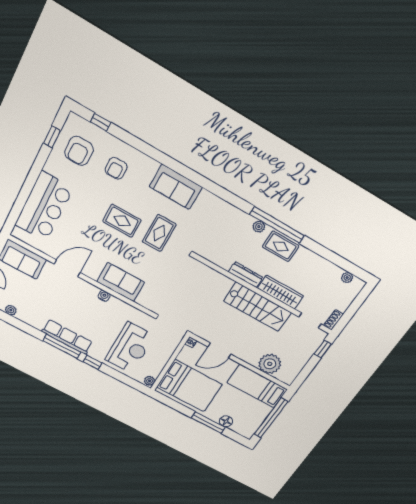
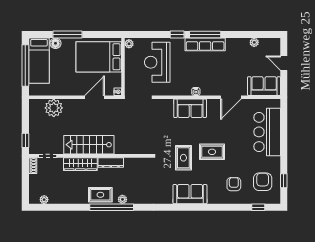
bed: (257, 386) -> (39, 61), moved, turned 90

